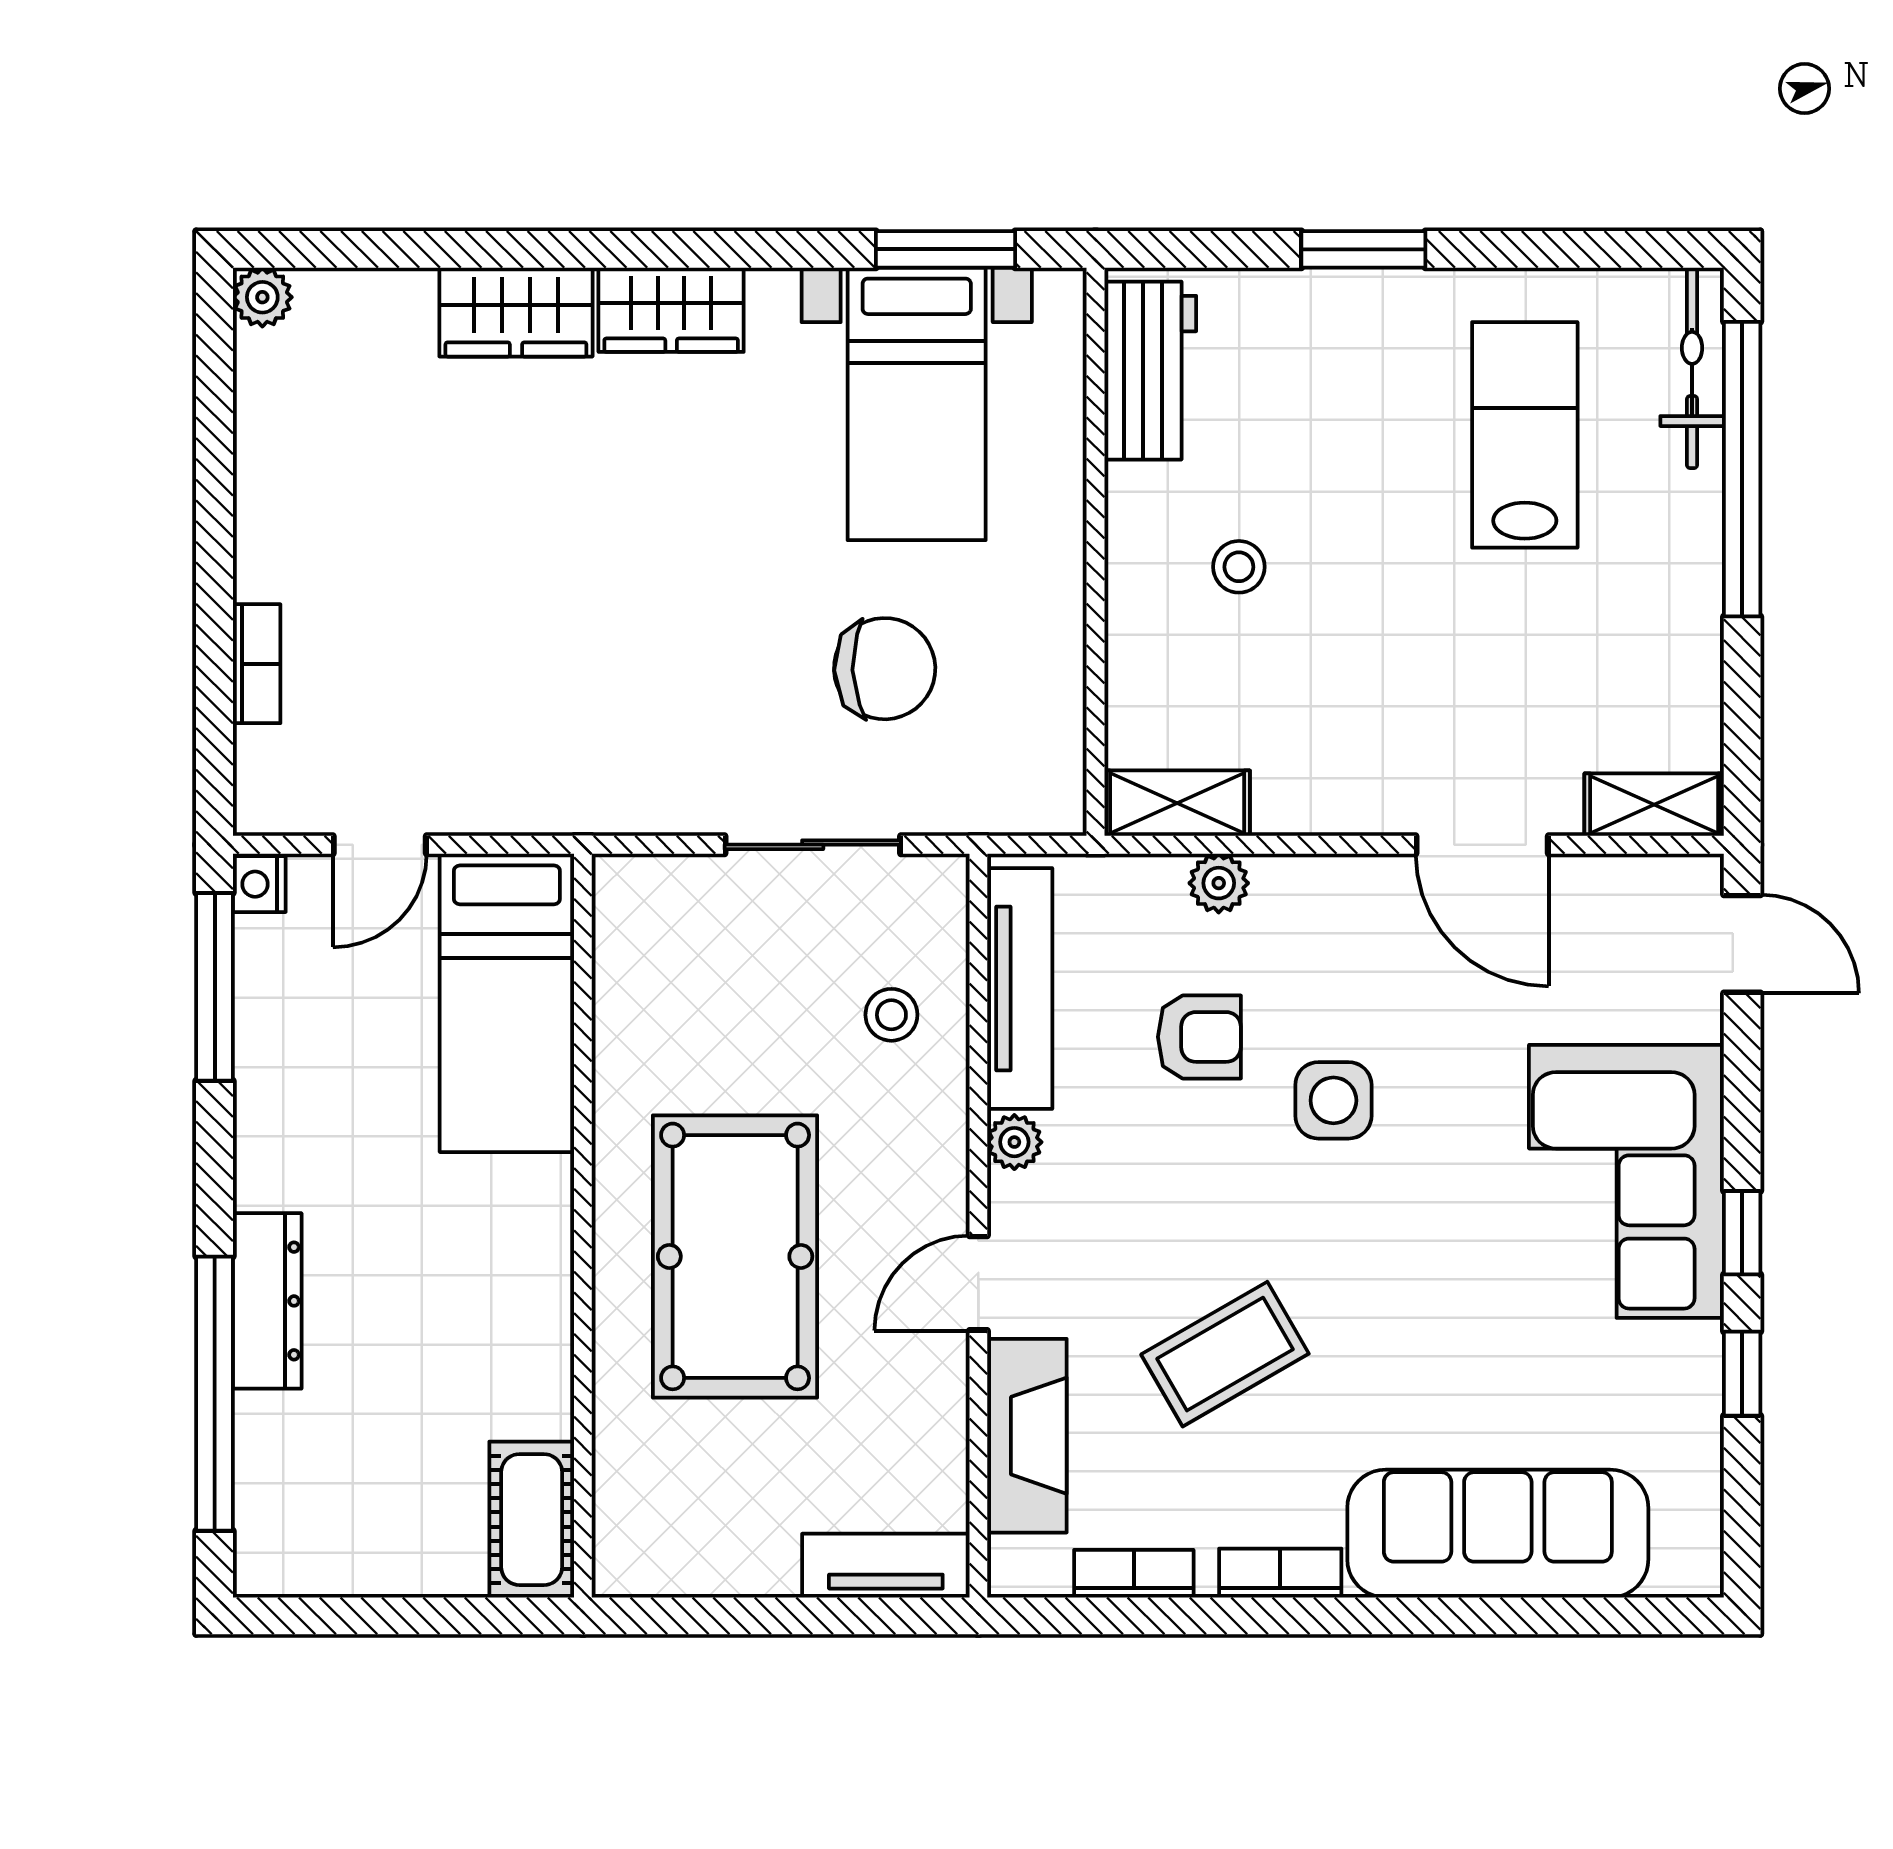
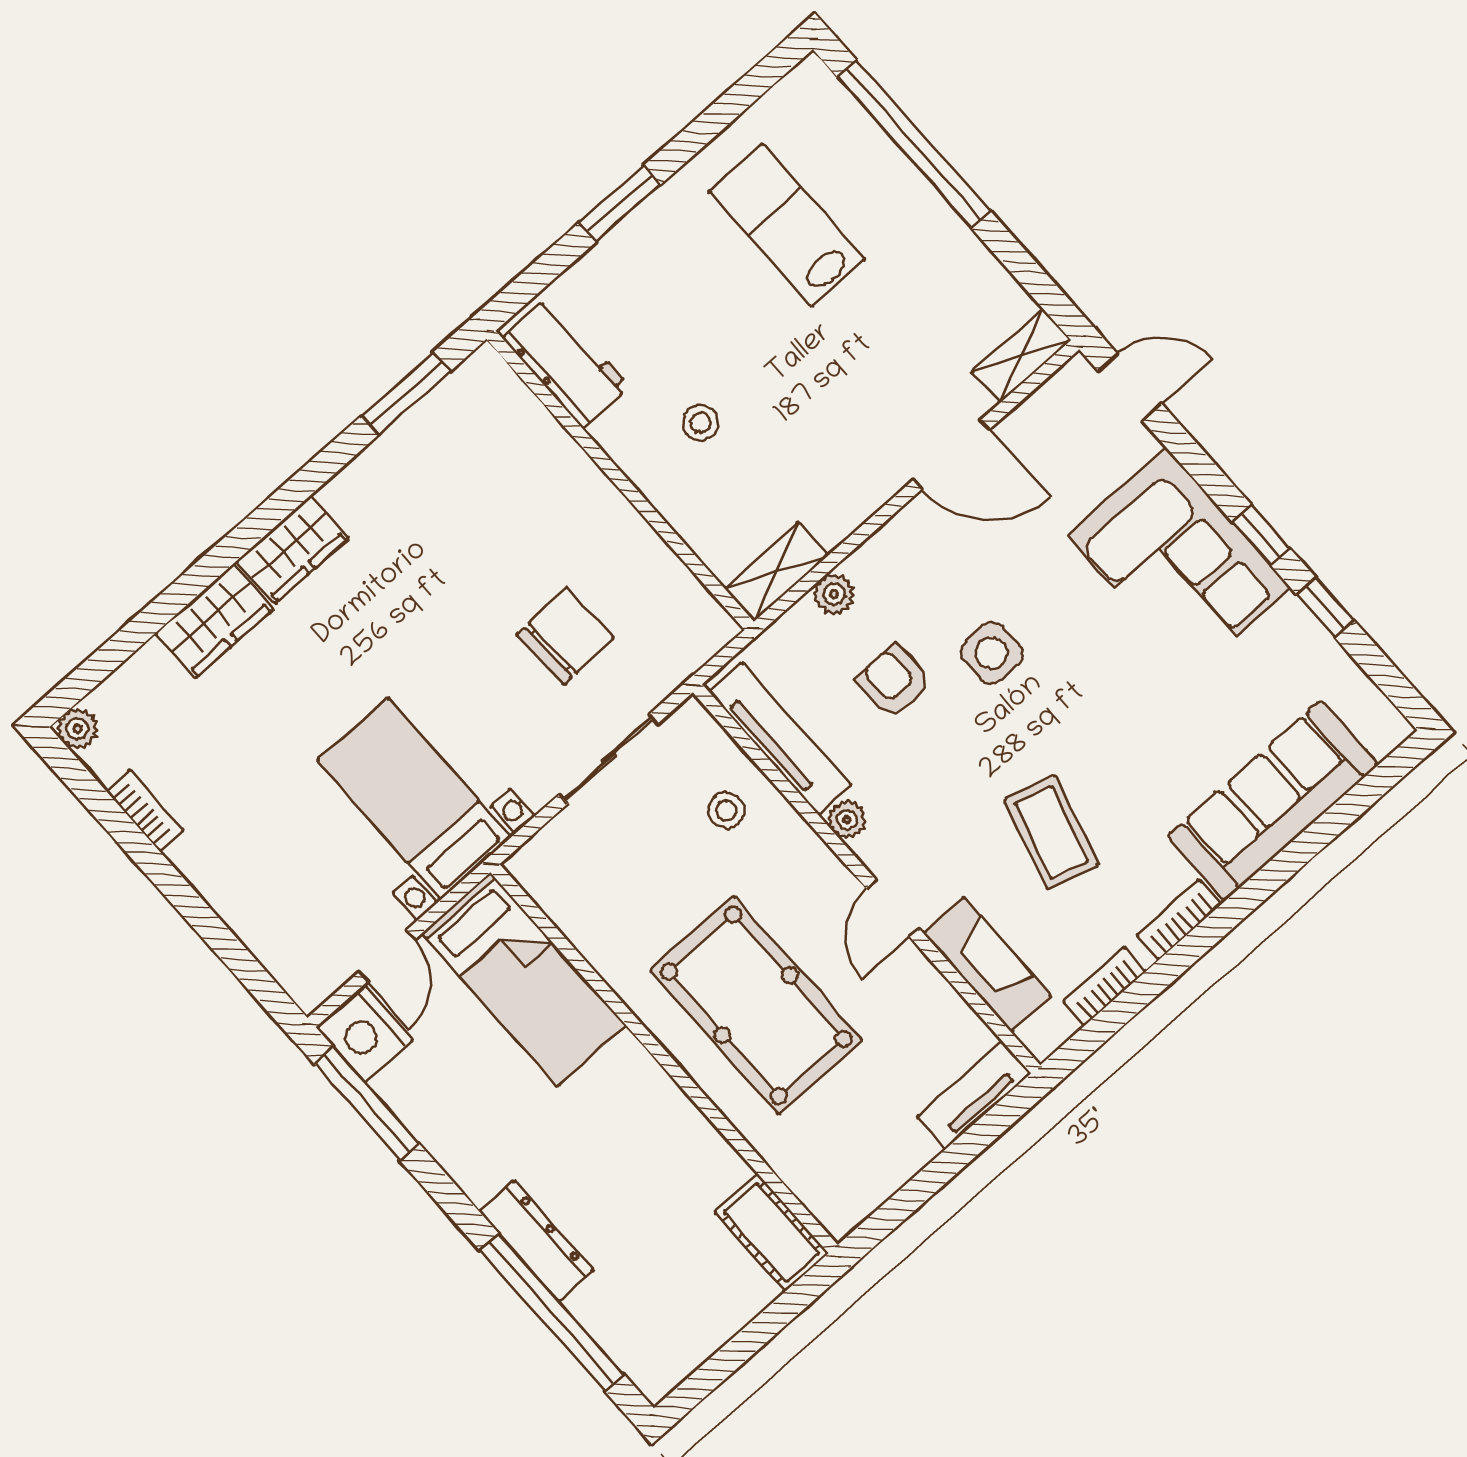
bicycle: (1692, 368) -> (842, 115), removed
bed with nightstands: (917, 404) -> (414, 799), moved, turned 180
bookcase: (257, 664) -> (145, 810), moved
nightstand: (259, 884) -> (365, 1034), width x1.89, depth x1.79
armchair: (1199, 1037) -> (894, 682), turned -90
coffee table: (1225, 1354) -> (1051, 832), turned -44

